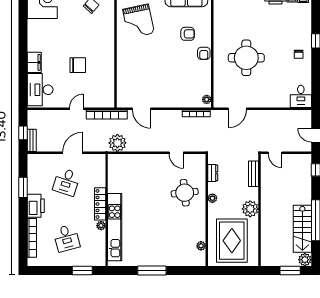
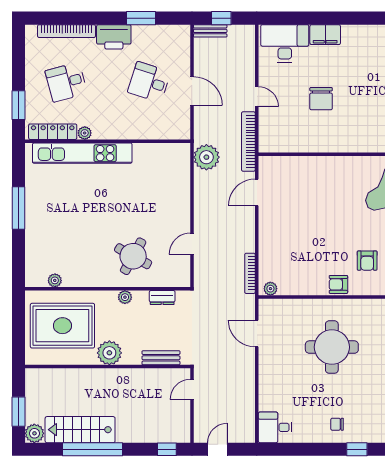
round table: (185, 193) -> (133, 256), turned 35
locker: (100, 204) -> (53, 132), moved

